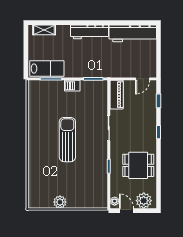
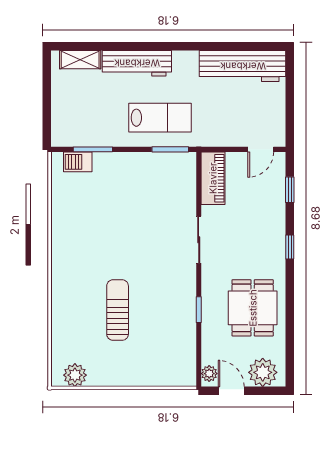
workbench: (89, 32) -> (137, 63), moved
lab bench: (47, 69) -> (160, 118), moved
barbecue: (72, 86) -> (78, 162), moved
sun lounger: (67, 140) -> (118, 310), moved, width x0.73, depth x0.75
dining table: (138, 165) -> (253, 308), turned 90
plant: (60, 202) -> (75, 375), moved

